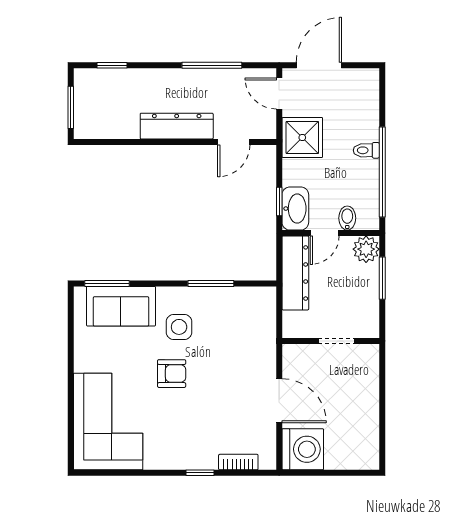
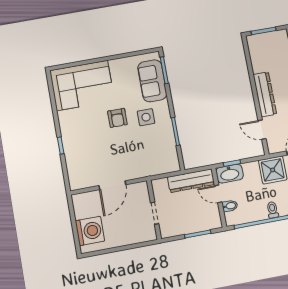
plant: (366, 249) -> (213, 221), removed
washing machine: (303, 449) -> (90, 231), moved, turned -90
bookcase: (238, 462) -> (71, 167), removed

